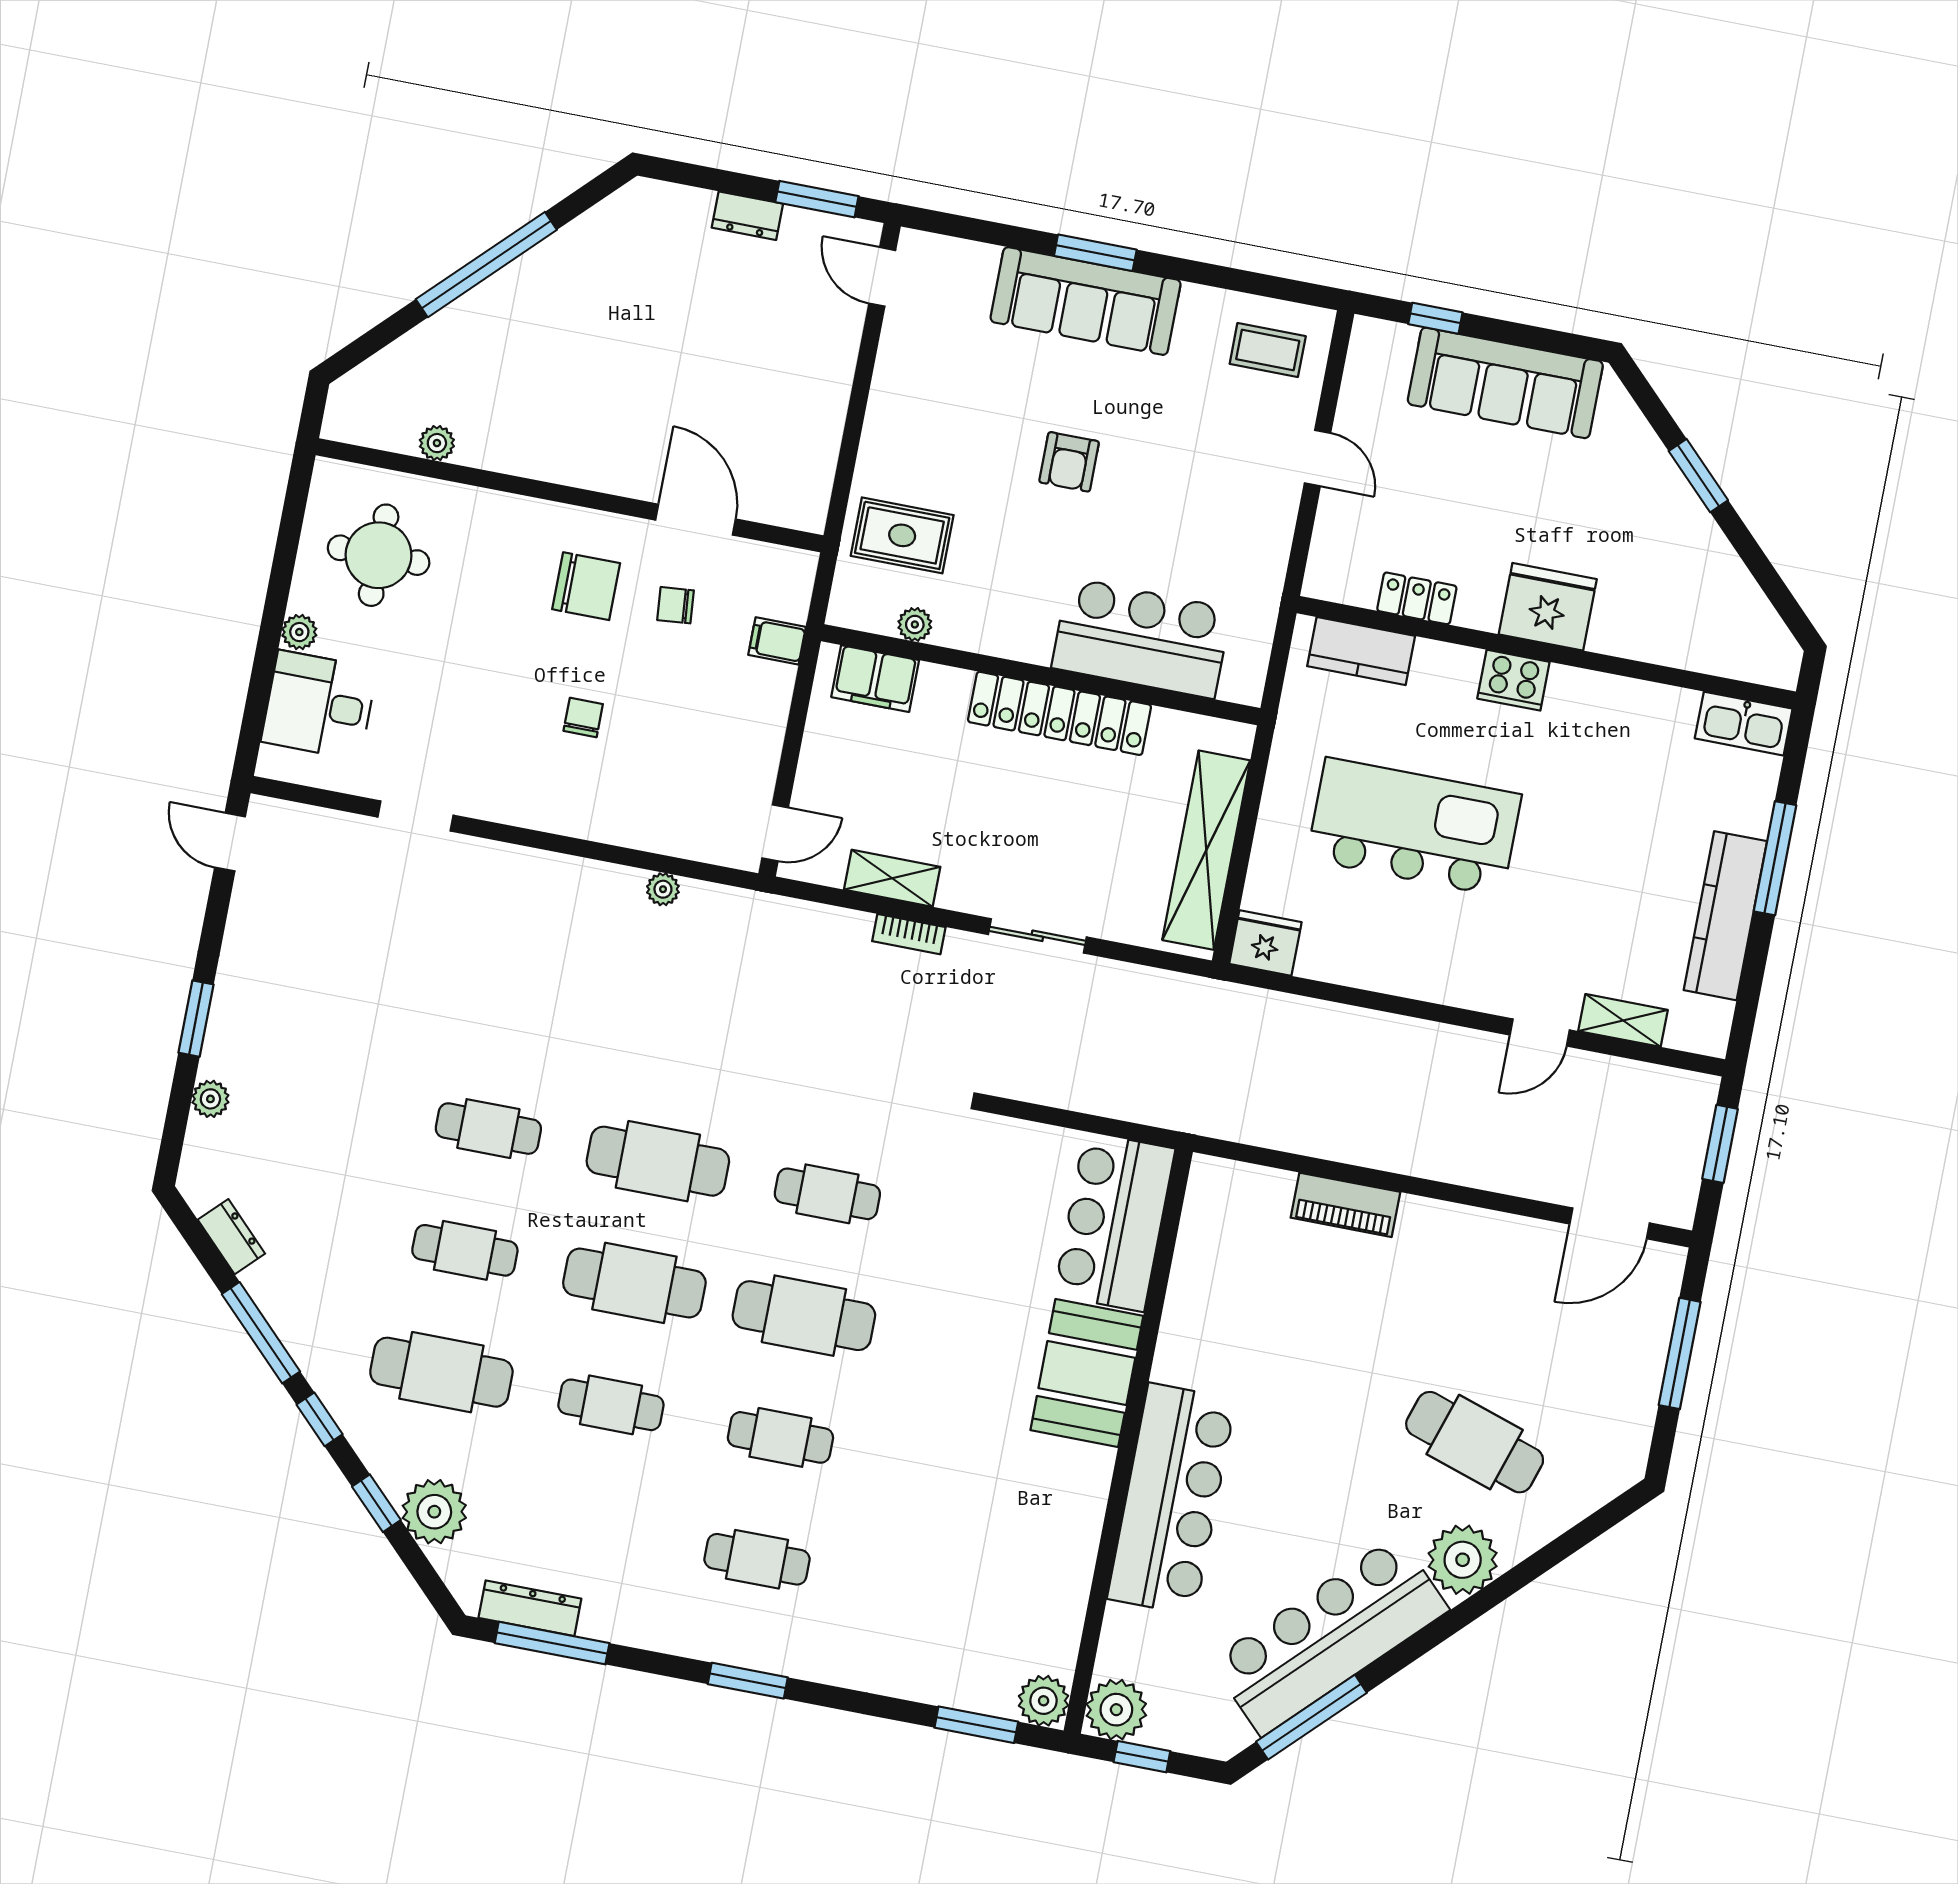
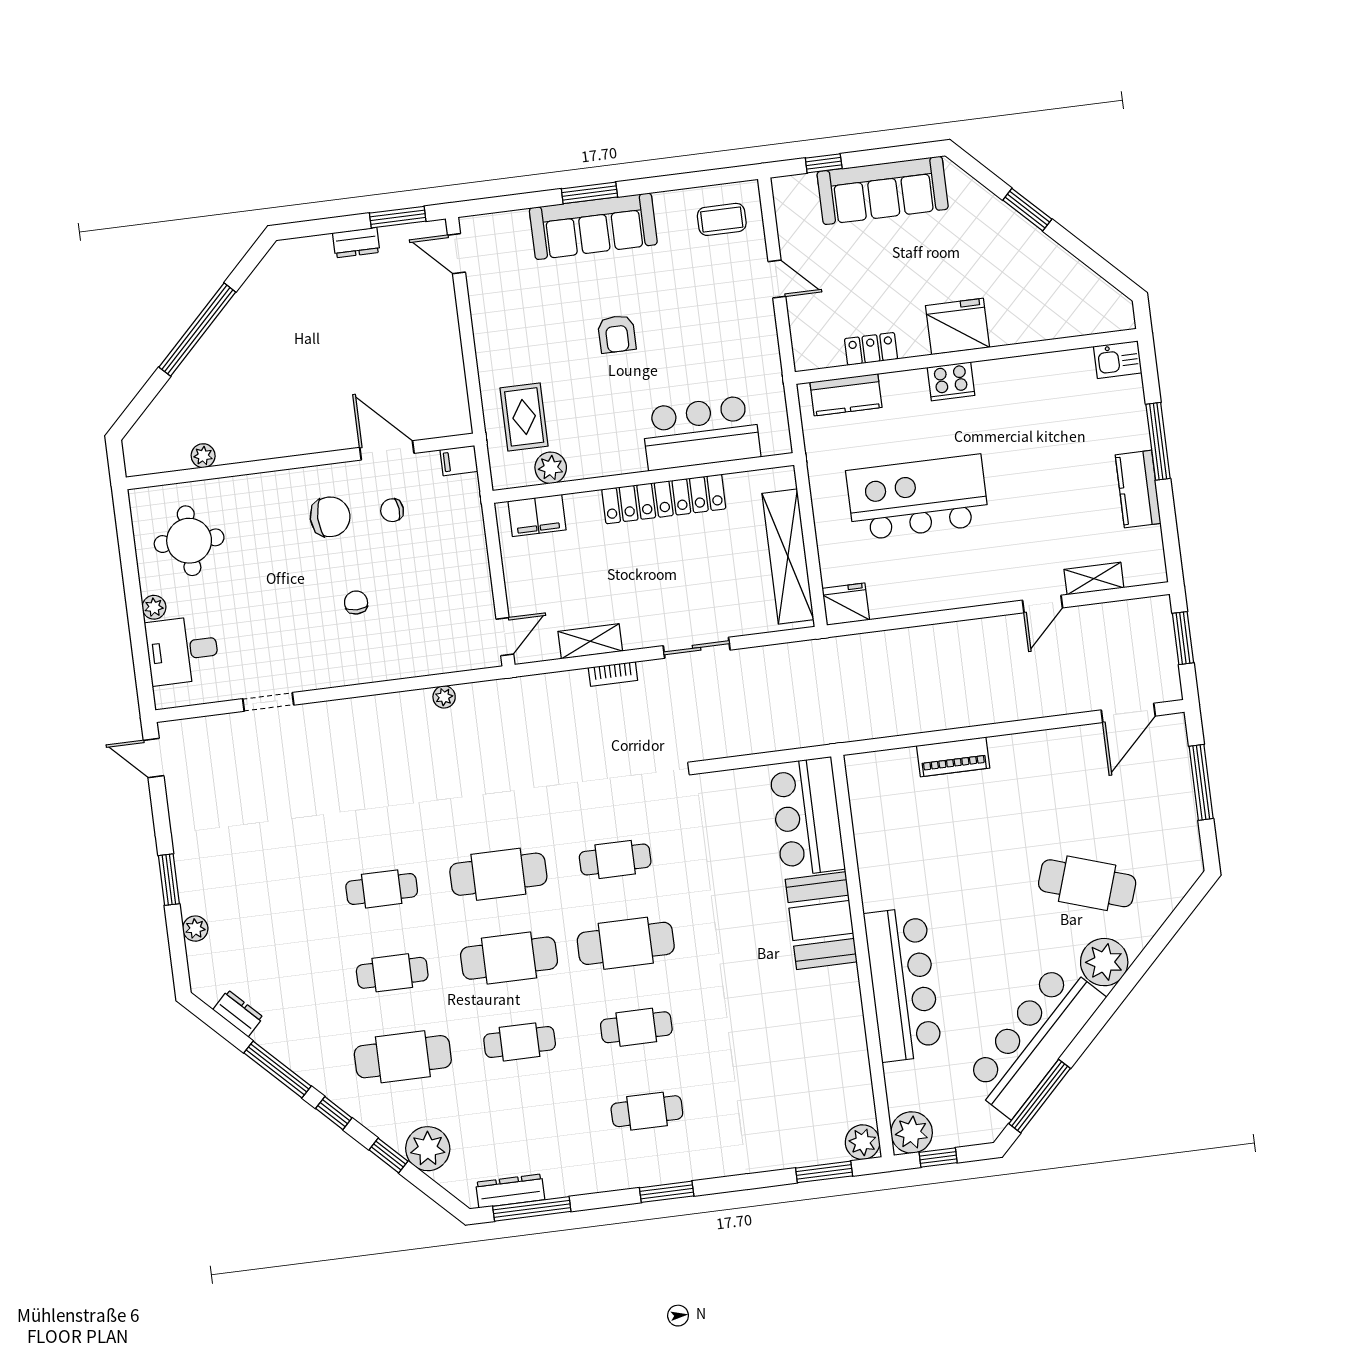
rug: (902, 535) -> (524, 417), turned 90
plant: (915, 624) -> (551, 468), width x1.38, depth x1.38
filing cabinet: (777, 641) -> (459, 461), moved
kitchen sink: (1744, 724) -> (1118, 360), width x0.73
kitchen counter: (1725, 916) -> (1138, 489), width x0.67

